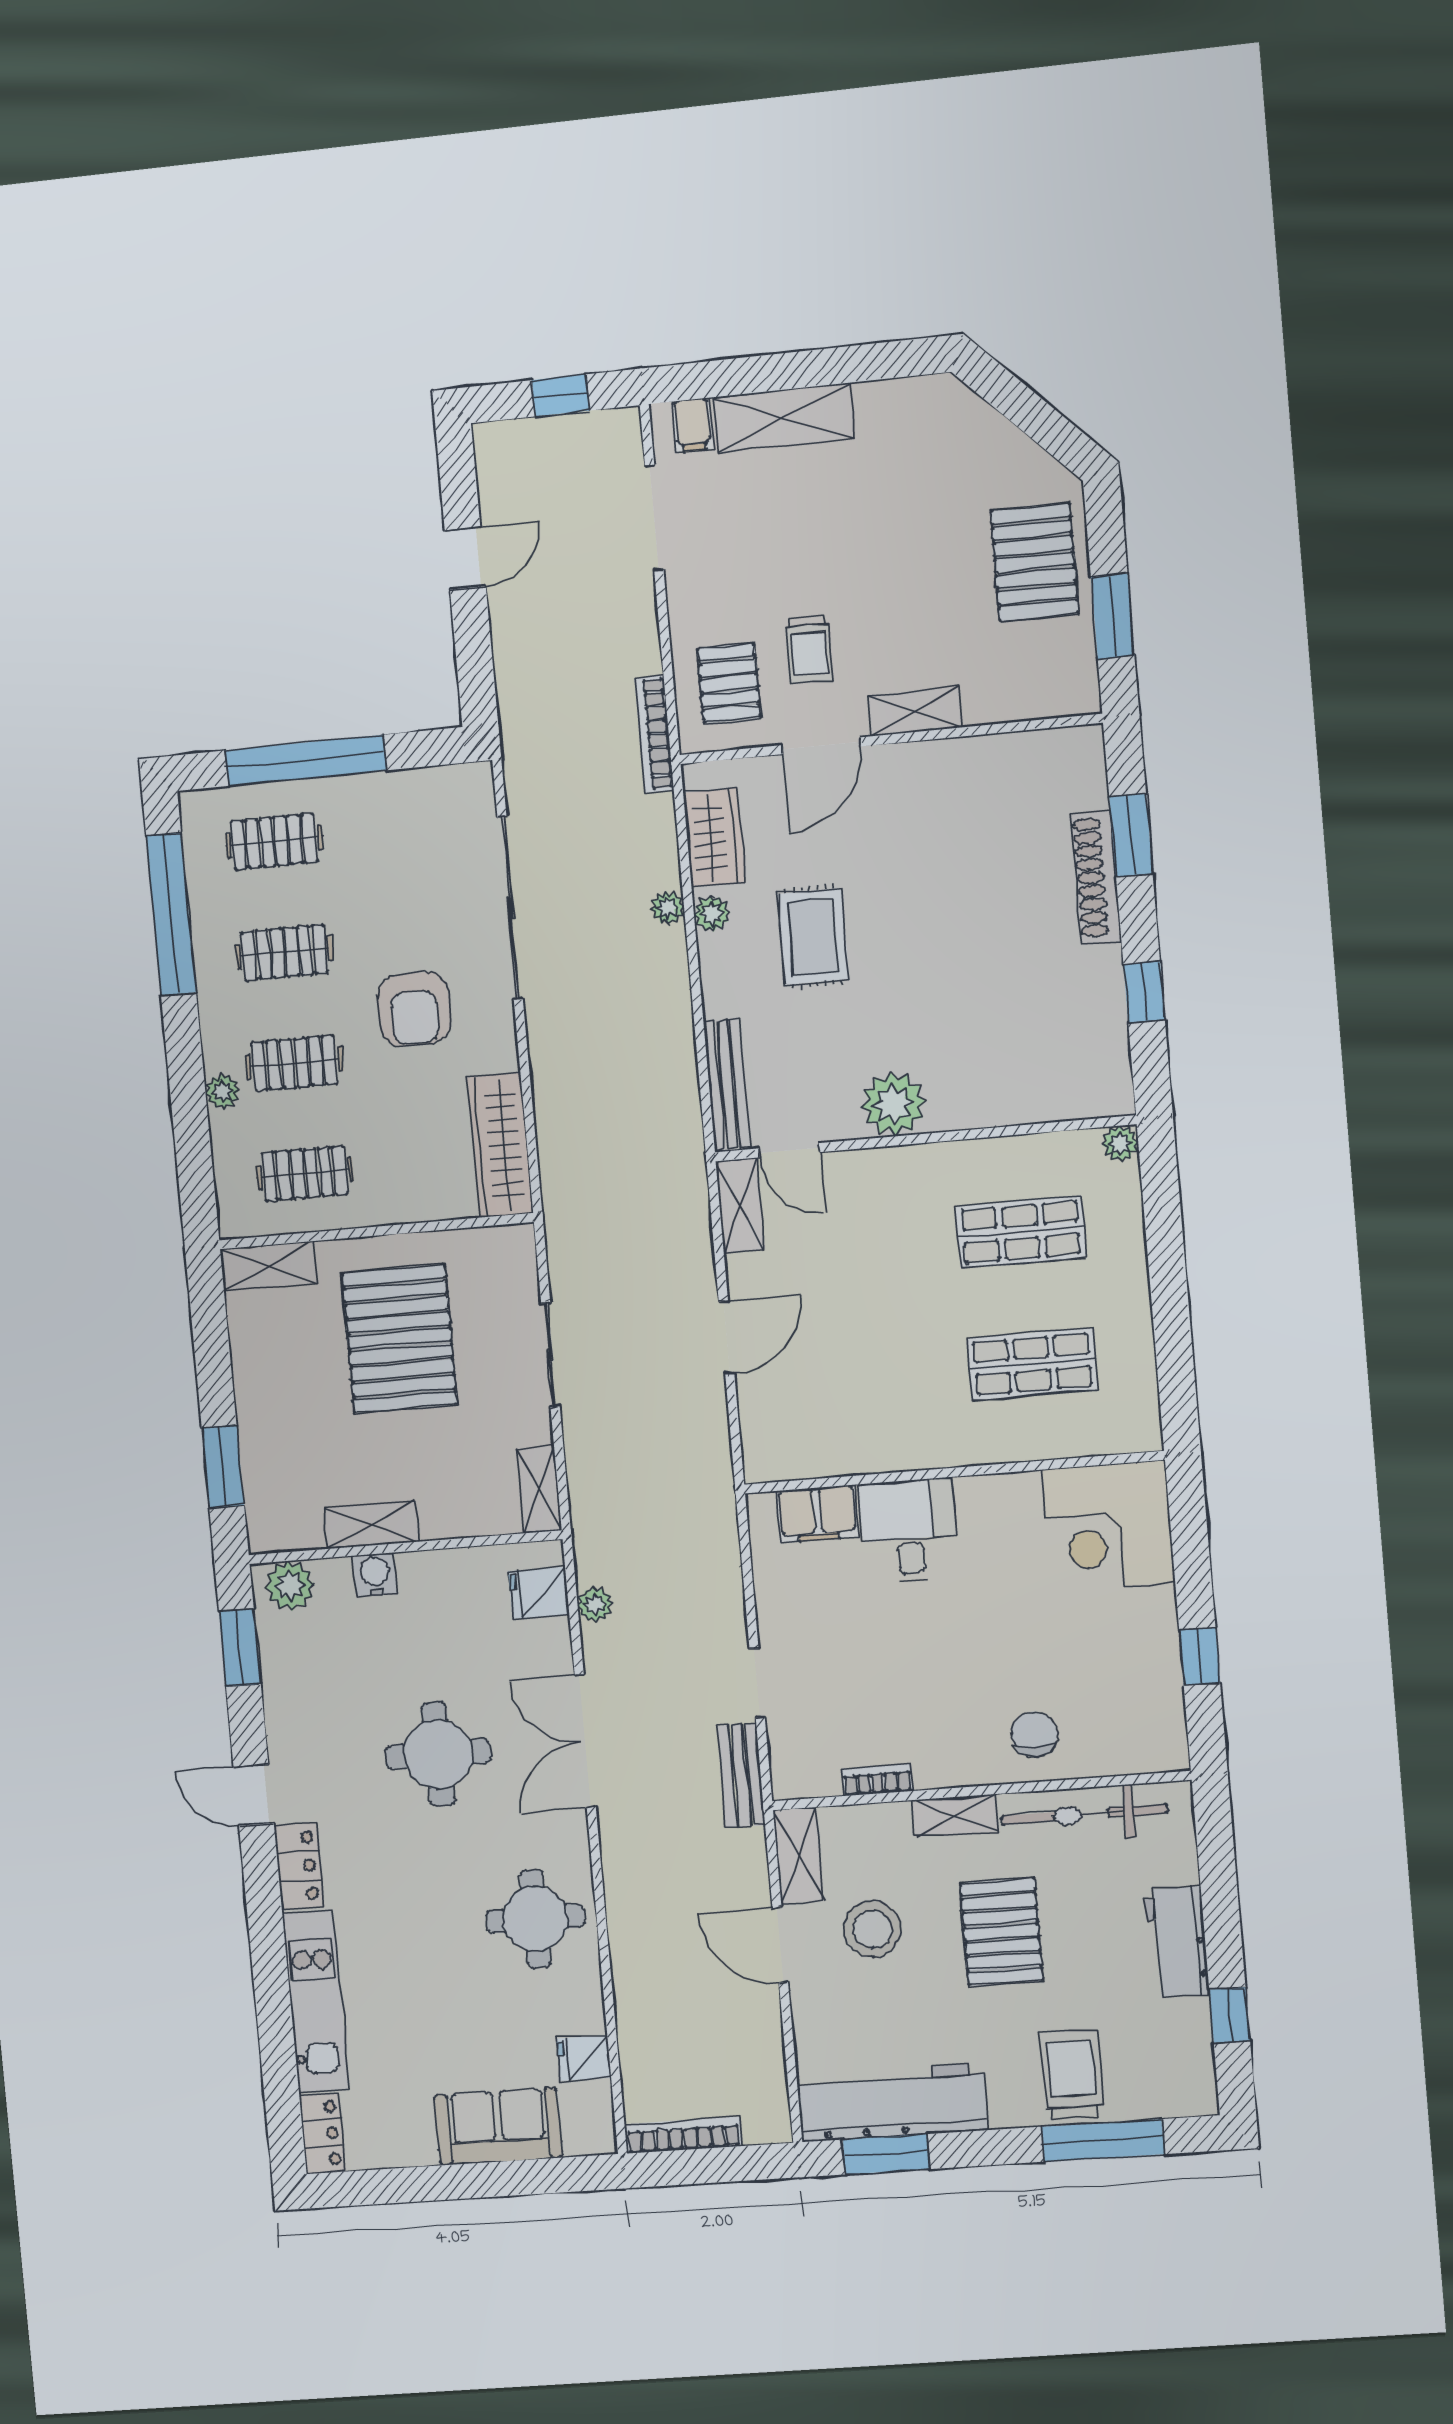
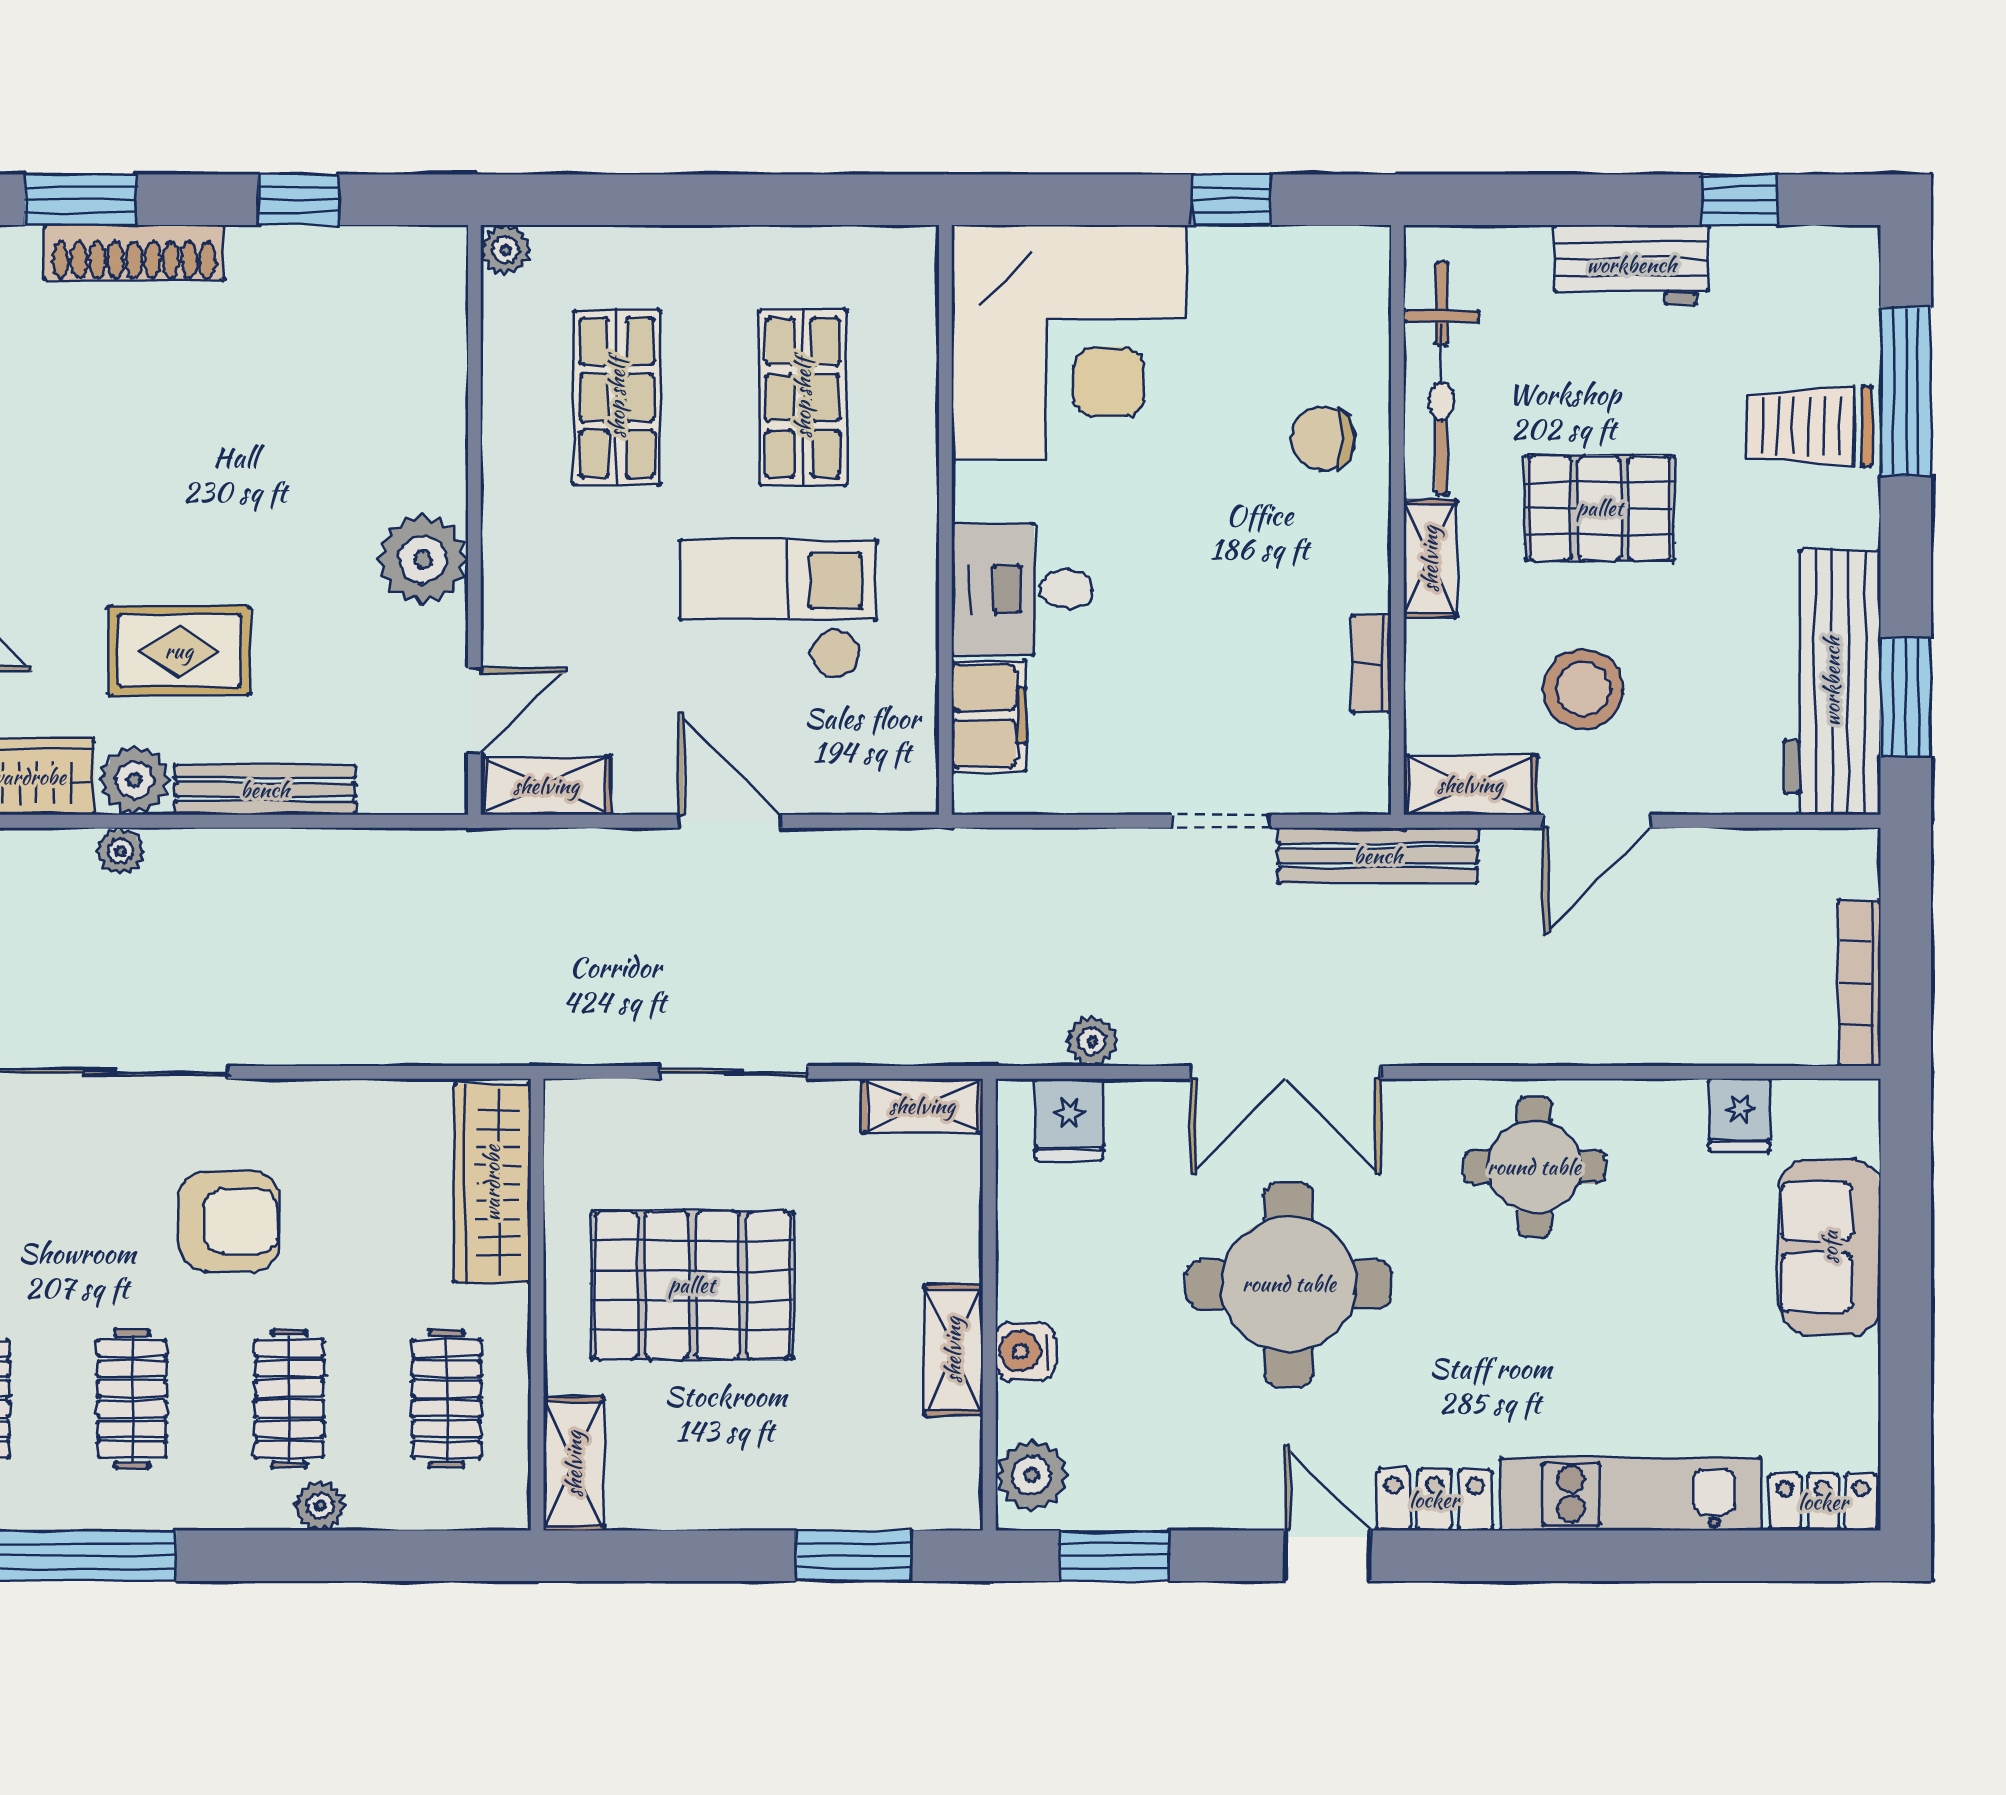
plant: (712, 914) -> (134, 780), width x1.38, depth x1.38
bench: (727, 1084) -> (265, 790), moved
wardrobe: (500, 1145) -> (492, 1183), moved, turned 90
checkout: (880, 1359) -> (778, 609), added
corner desk: (1108, 1526) -> (1069, 342), width x1.36, depth x1.36
round table: (438, 1754) -> (1289, 1284), width x1.36, depth x1.36
bench: (741, 1776) -> (1378, 856), width x1.36
door: (254, 1795) -> (1327, 1556), swing flipped

